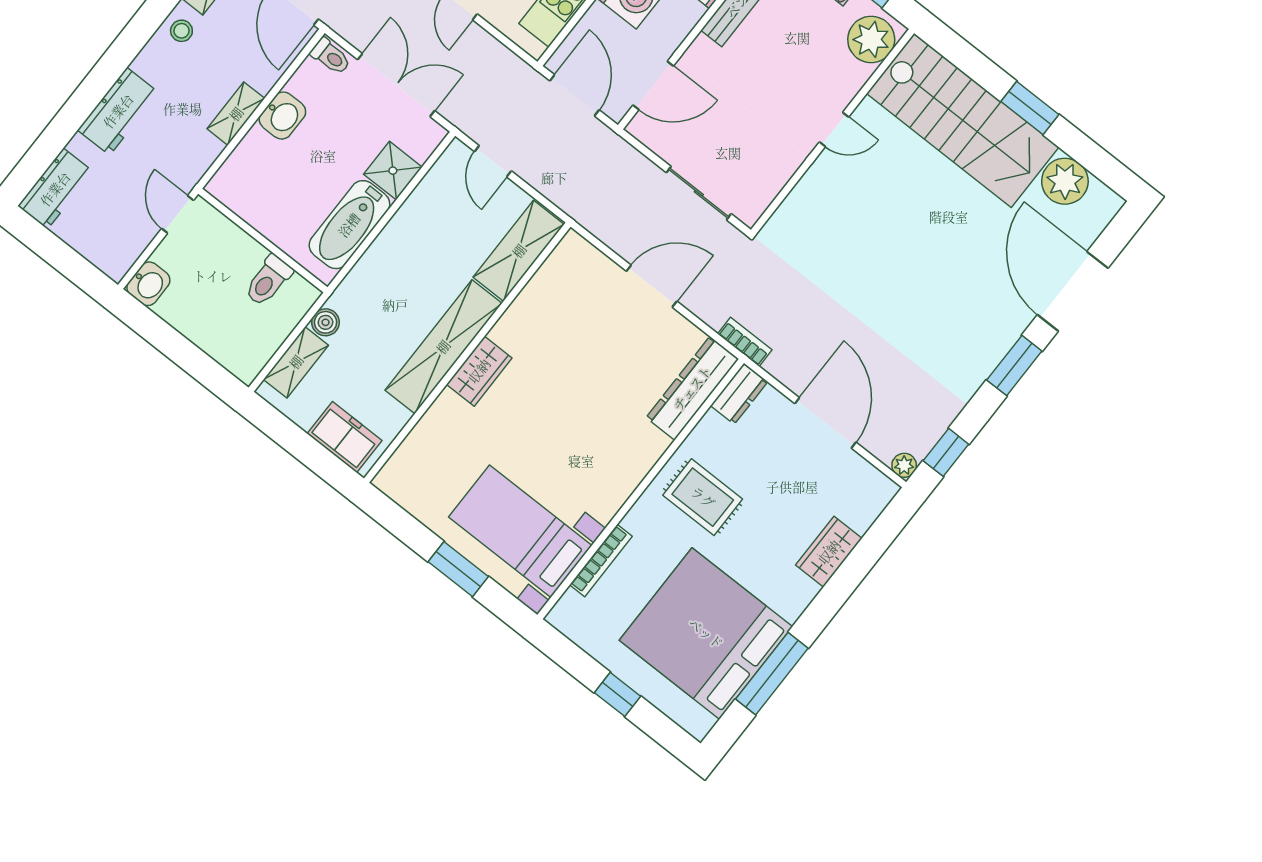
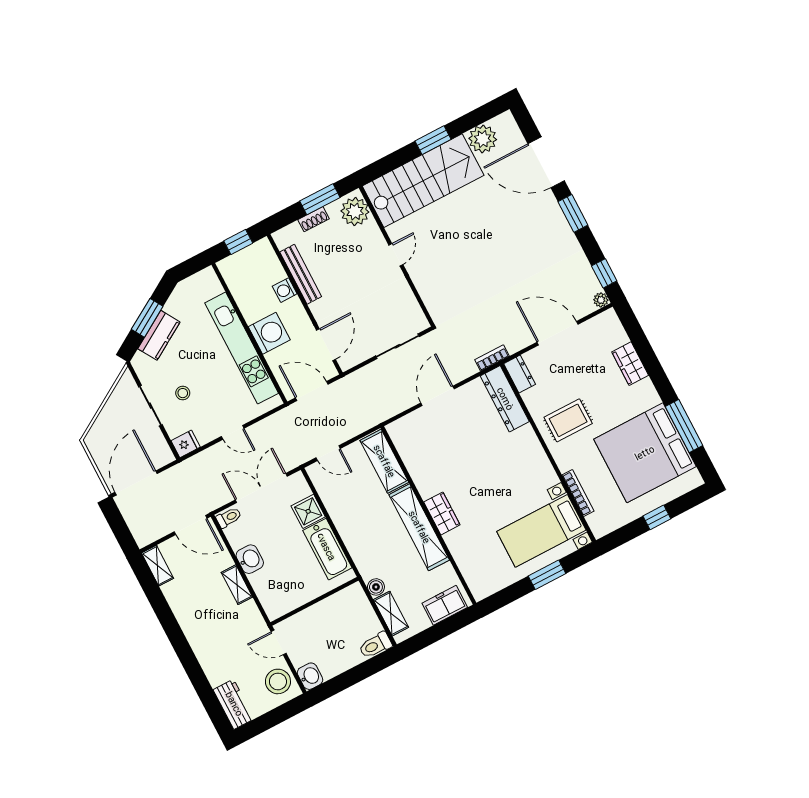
stool: (181, 31) -> (278, 681), moved, width x1.89, depth x1.89
workbench: (118, 111) -> (206, 650), removed
toilet: (268, 281) -> (375, 645), moved, turned 90

